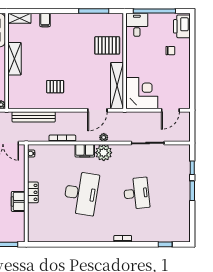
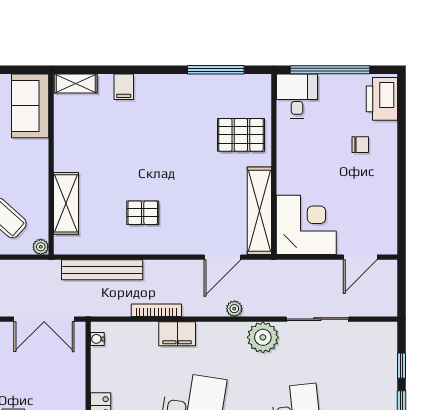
shelving: (14, 59) -> (66, 203), moved
filing cabinet: (85, 151) -> (177, 334), moved
plant: (104, 153) -> (263, 337), moved

